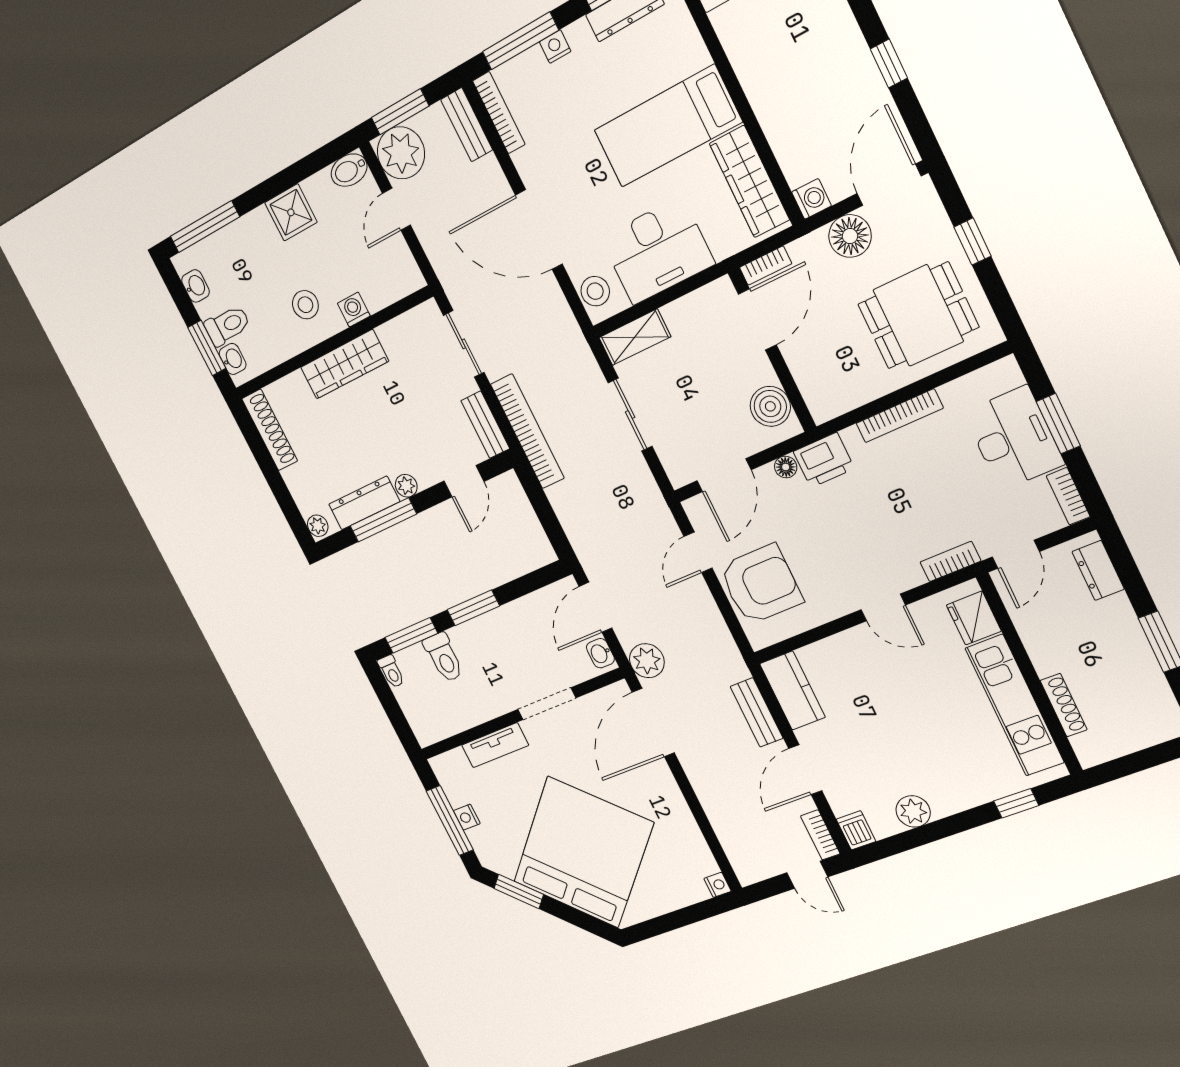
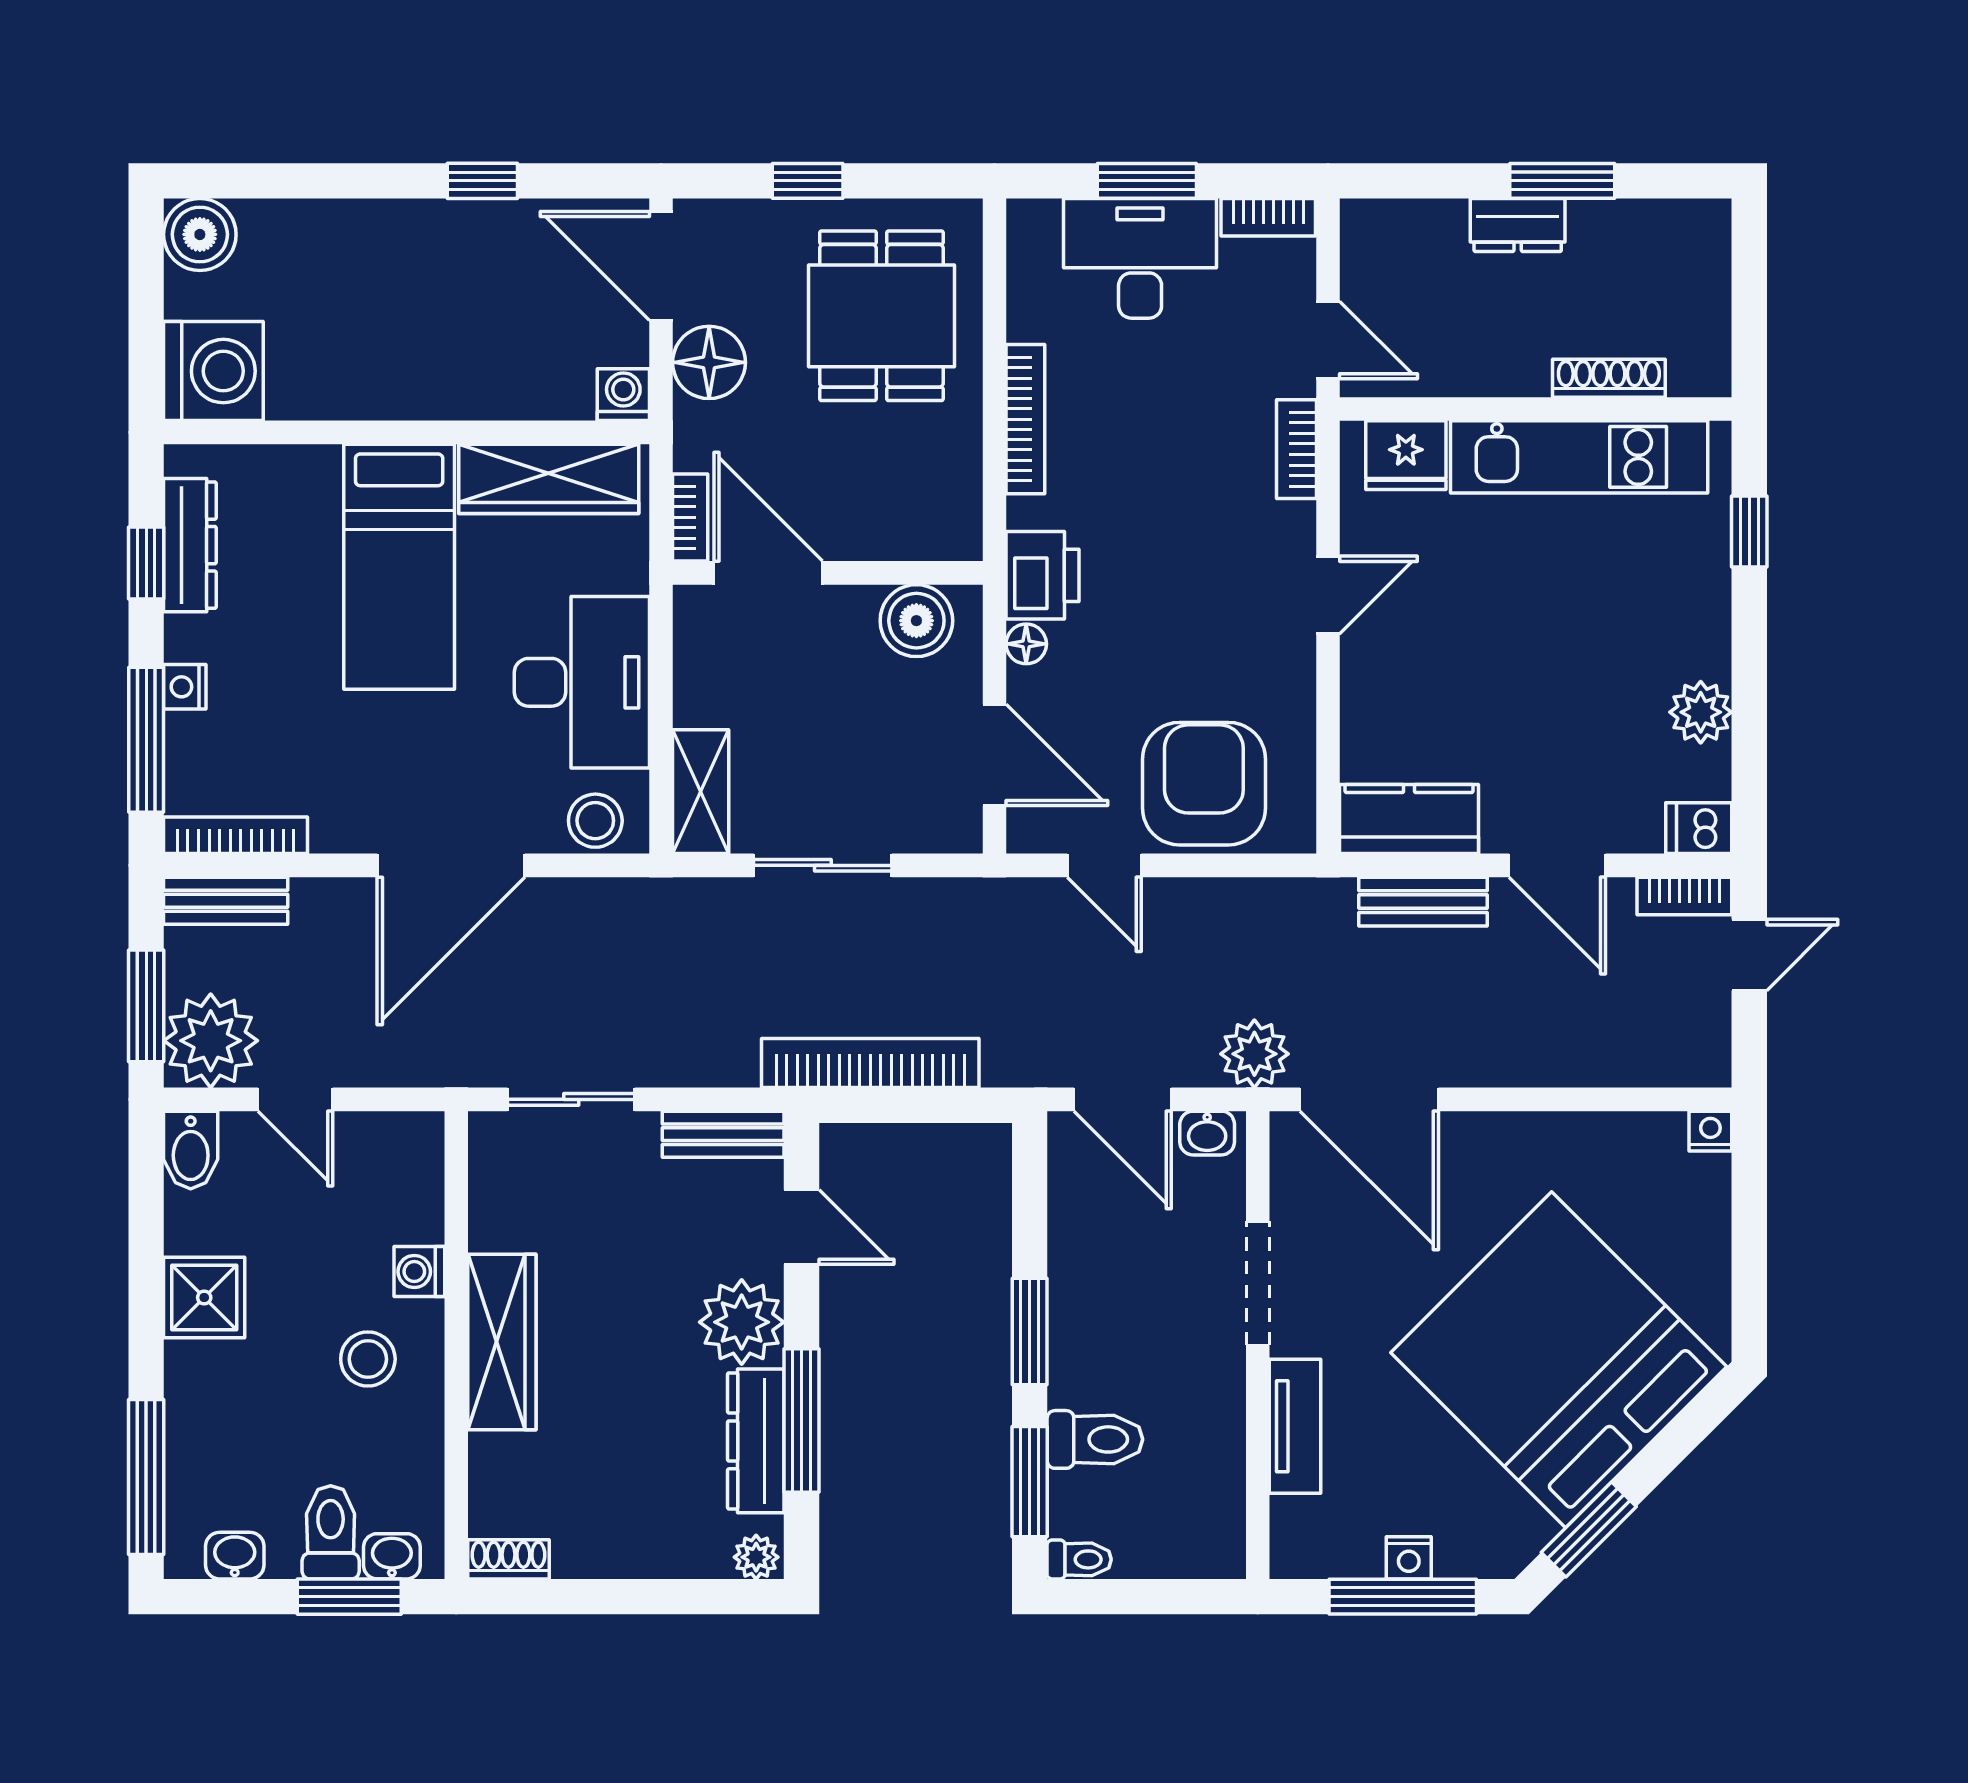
shoe rack: (270, 430) -> (508, 1559), width x0.51, depth x0.81
bookcase: (527, 431) -> (870, 1063), moved
plant: (406, 486) -> (742, 1322), width x1.88, depth x1.88
dresser: (1098, 570) -> (1518, 225), moved

